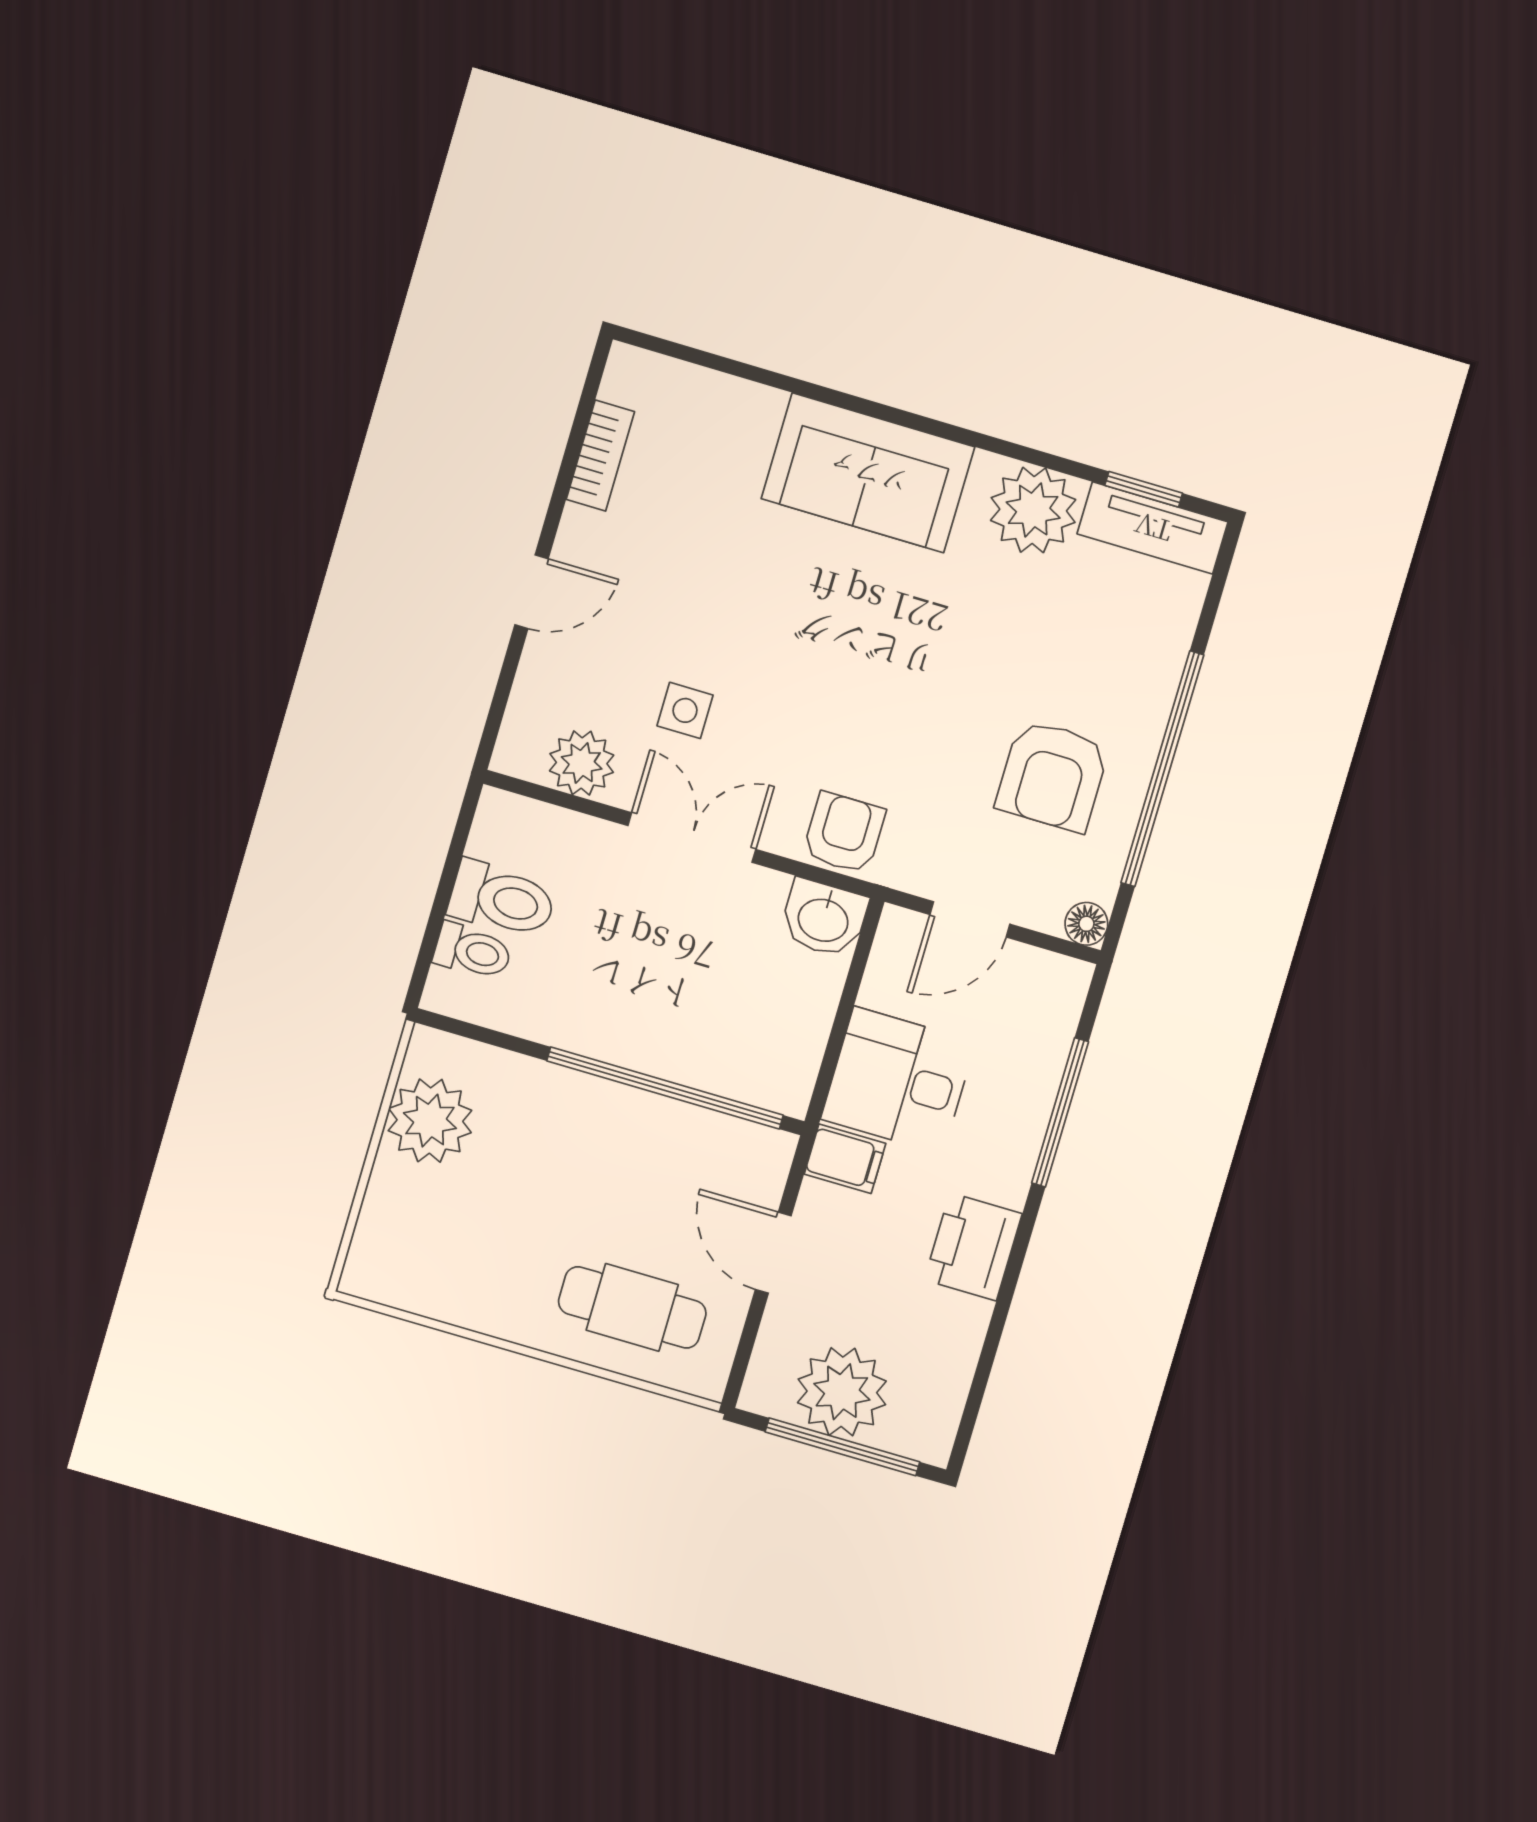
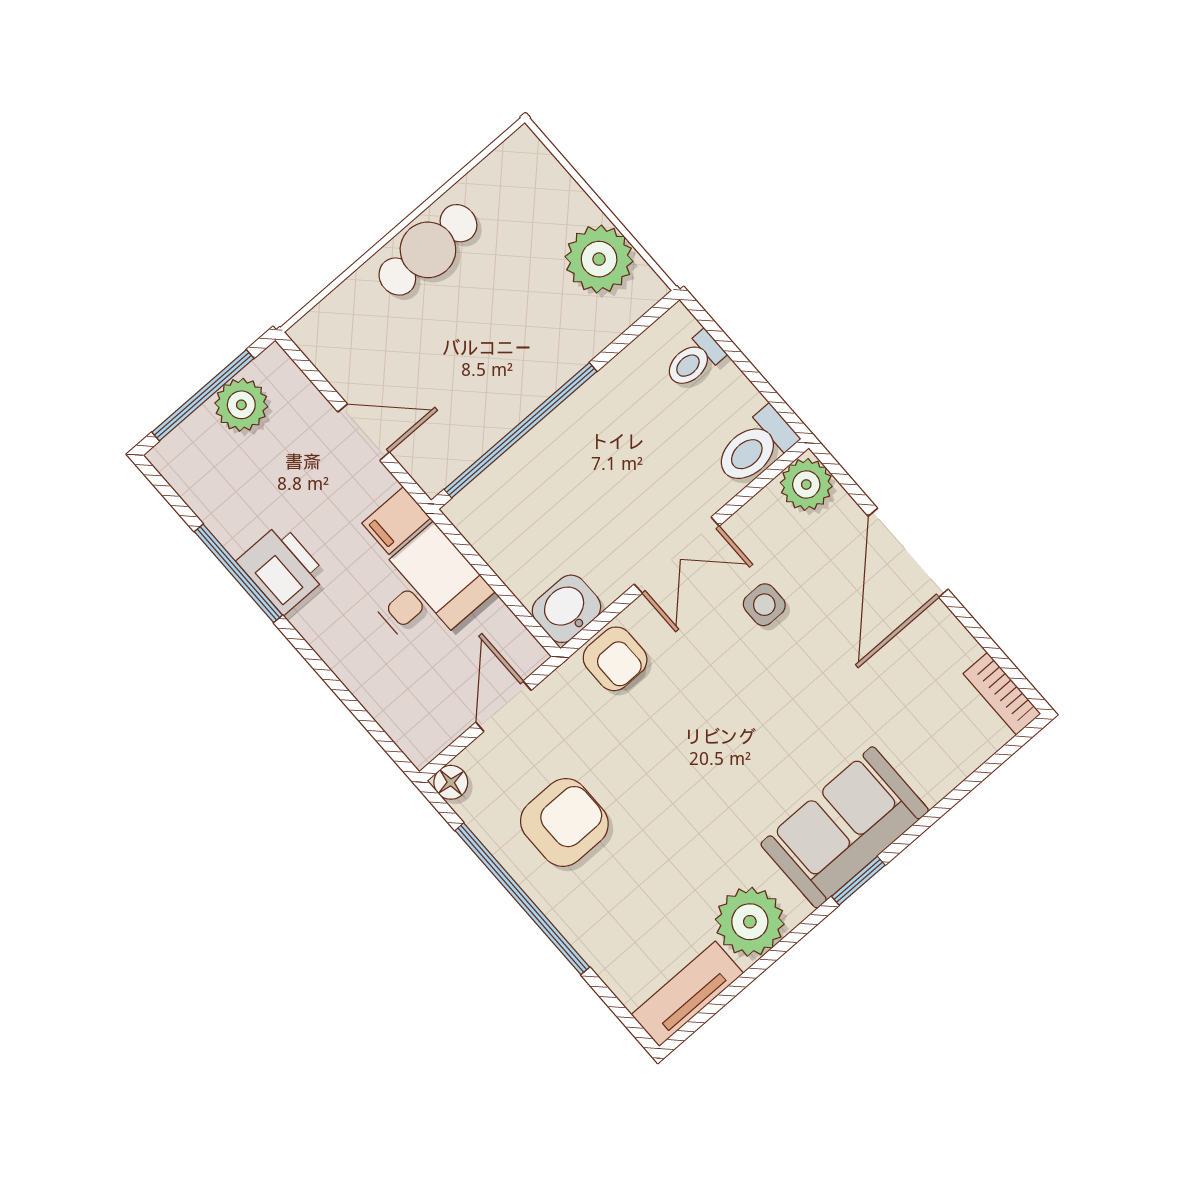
bookcase: (600, 456) -> (1002, 694), moved
window: (1144, 489) -> (858, 881), moved
door: (532, 592) -> (908, 553), width x1.88
plant: (582, 763) -> (806, 484), moved
armchair: (1053, 776) -> (564, 822), turned 90
toilet: (502, 899) -> (755, 447), moved
window: (1060, 1112) -> (238, 573), moved
cafe table: (632, 1307) -> (428, 250), moved
plant: (842, 1392) -> (241, 405), width x0.73, depth x0.73

